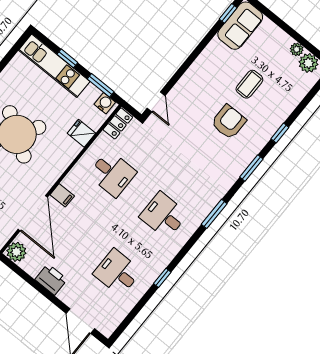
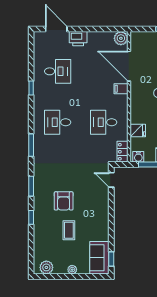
plant: (297, 49) -> (72, 270), moved
desk: (164, 215) -> (58, 122), turned 180
printer: (51, 279) -> (78, 39), moved

